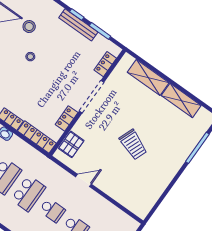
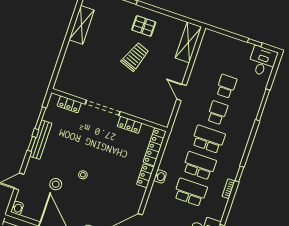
shelving: (148, 78) -> (188, 42), moved
pallet: (71, 144) -> (144, 26), moved

